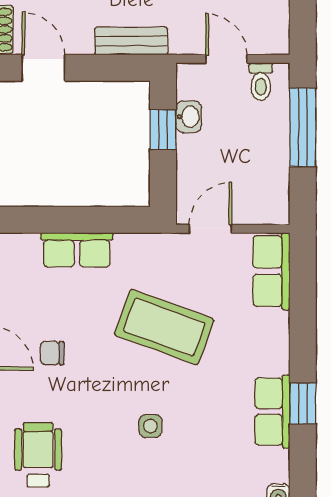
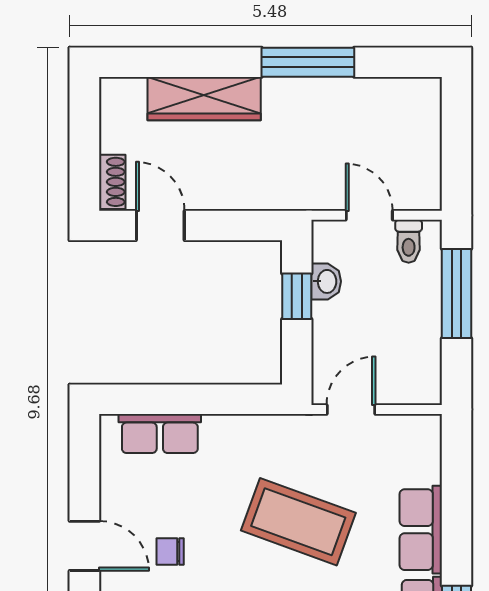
bench: (131, 41) -> (260, 195), removed
row of seats: (77, 250) -> (160, 433), moved
row of seats: (271, 271) -> (421, 530), moved

